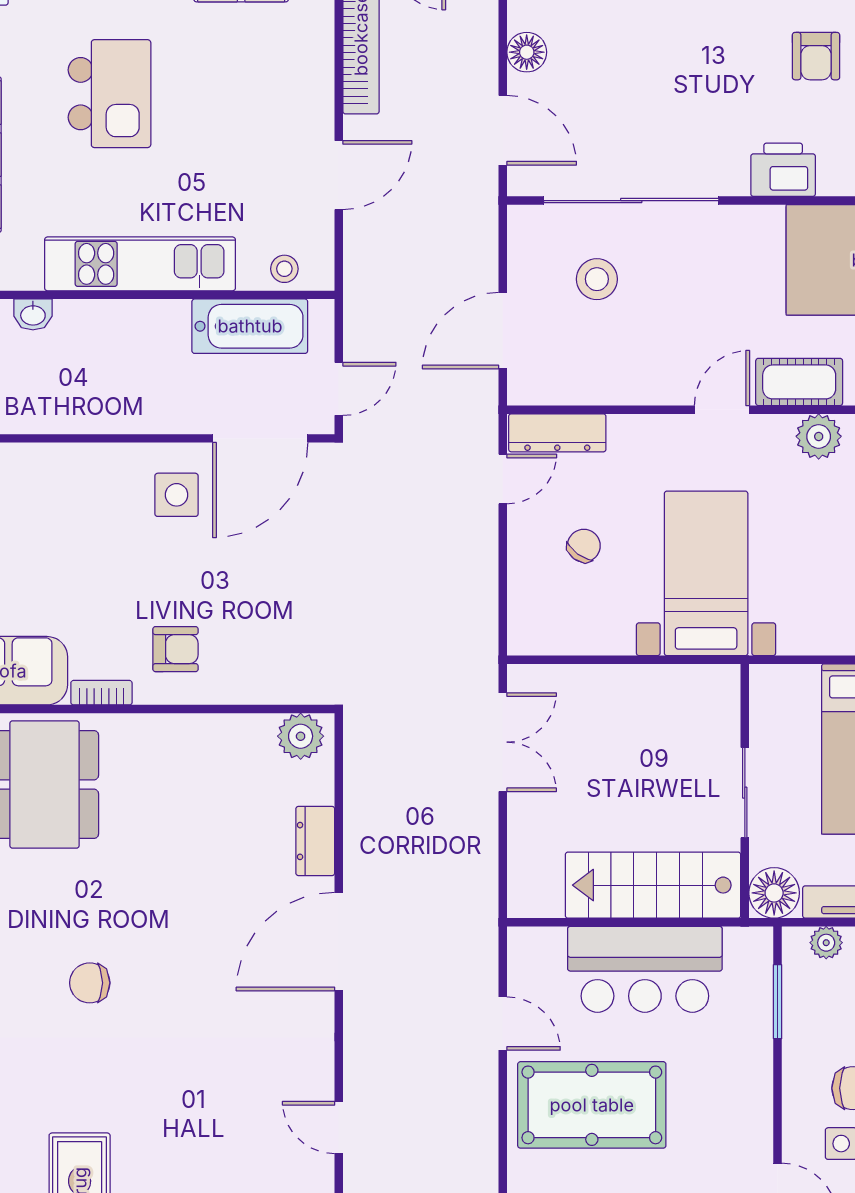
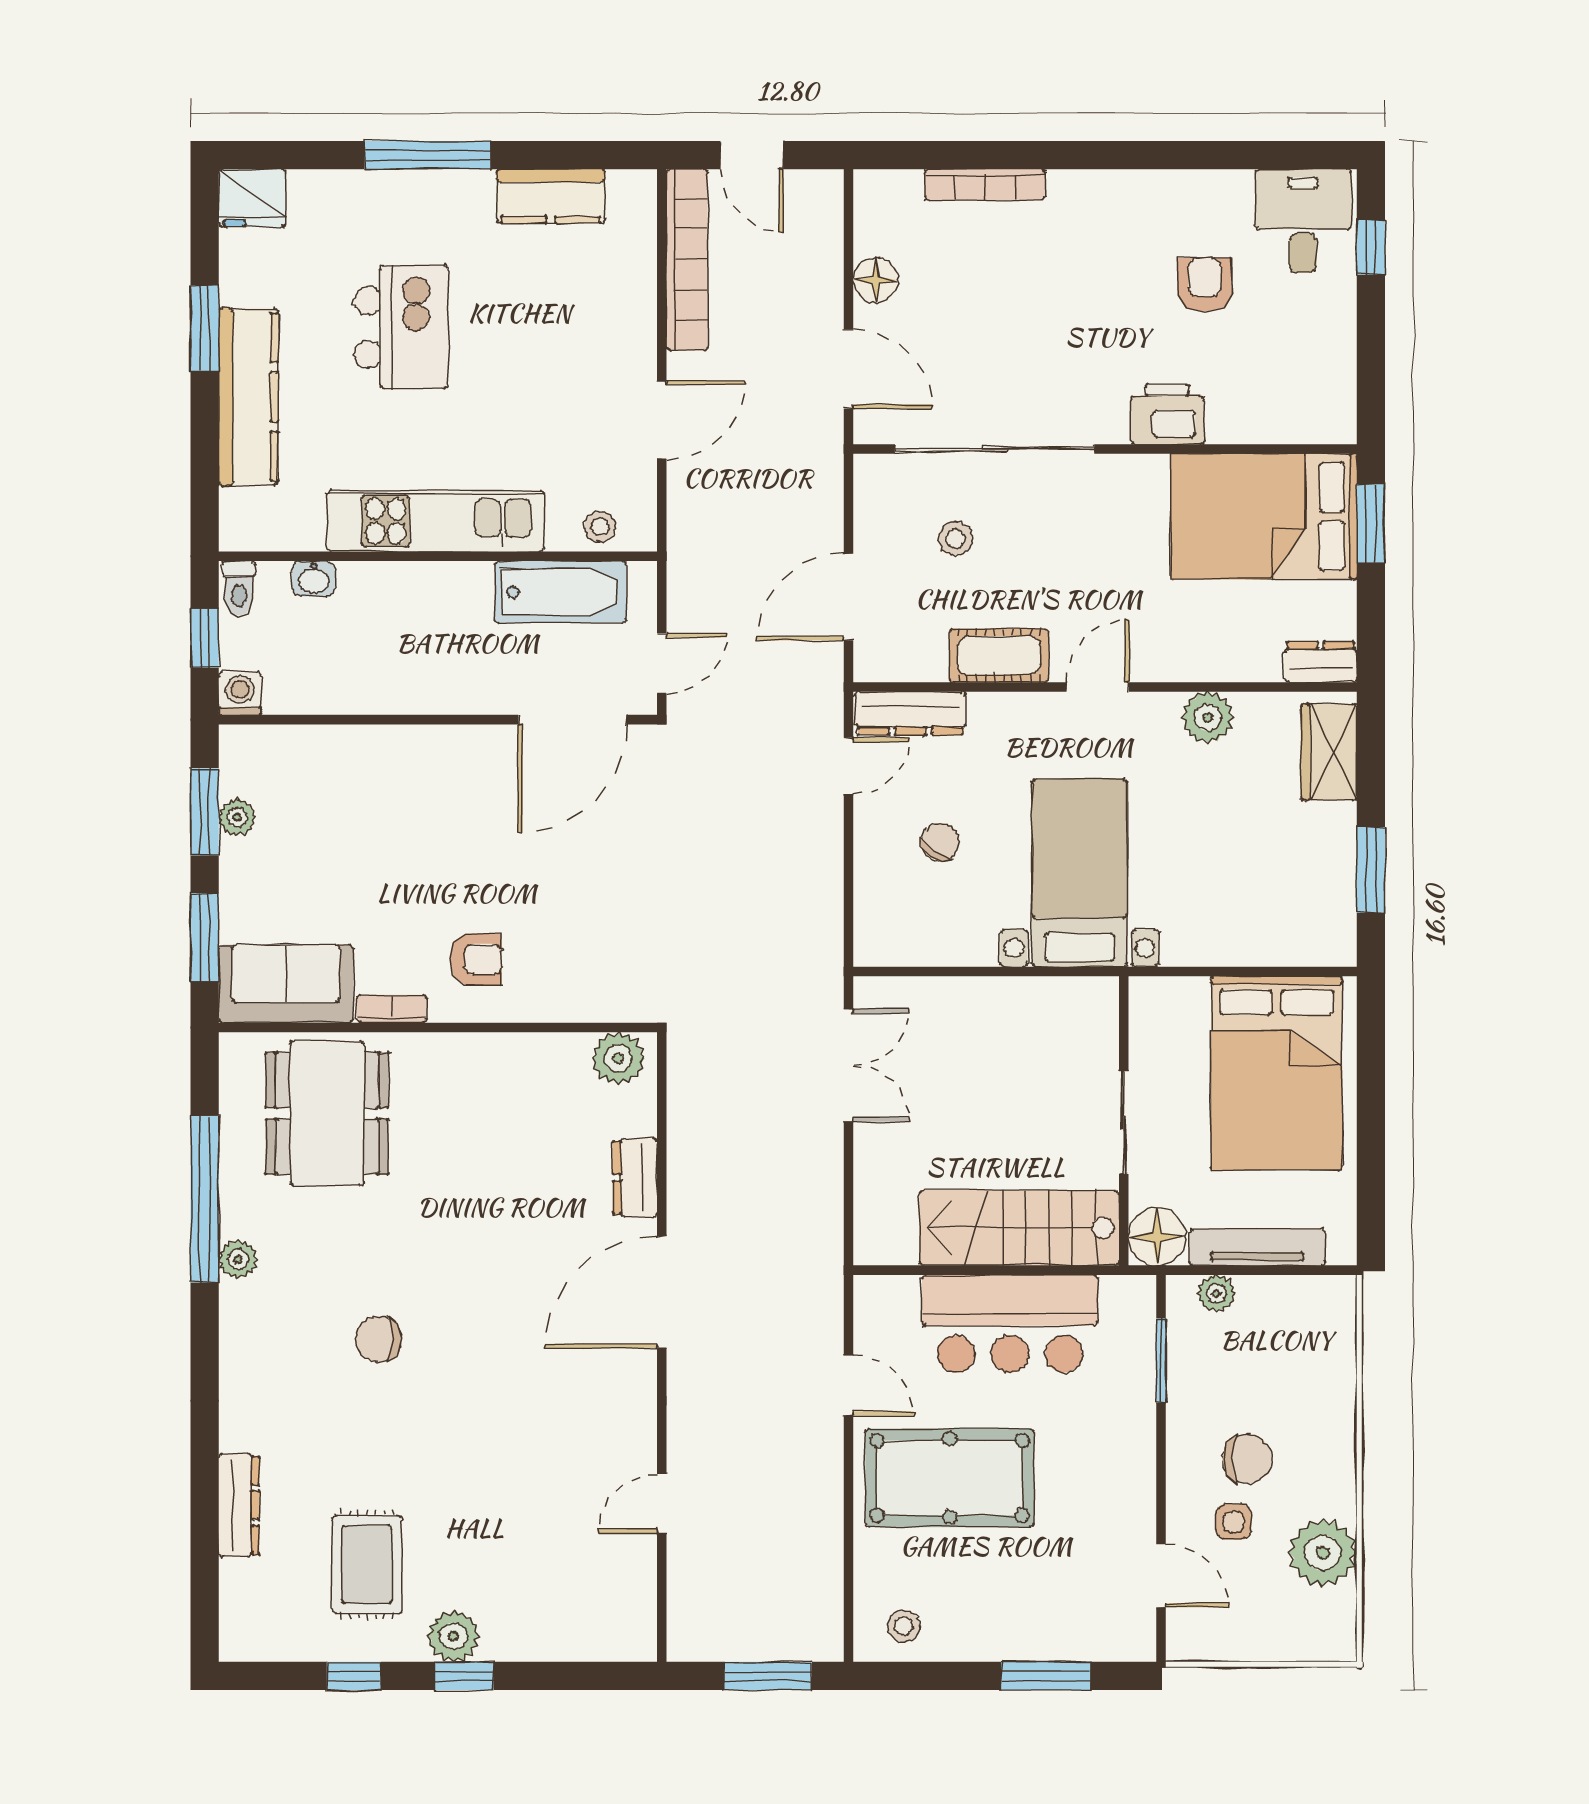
armchair: (816, 56) -> (1205, 285), turned 180
stool: (597, 279) -> (955, 538), width x0.73, depth x0.73
cot: (799, 382) -> (999, 655), moved
side table: (177, 495) -> (477, 784), removed
door: (339, 1127) -> (662, 1503), hinge flipped

